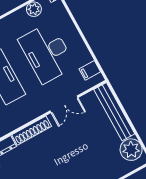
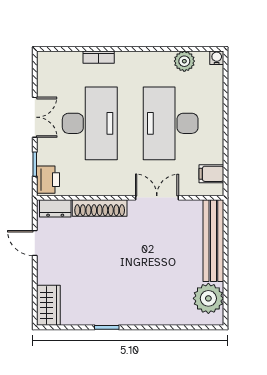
double door: (64, 104) -> (157, 198), swing flipped

